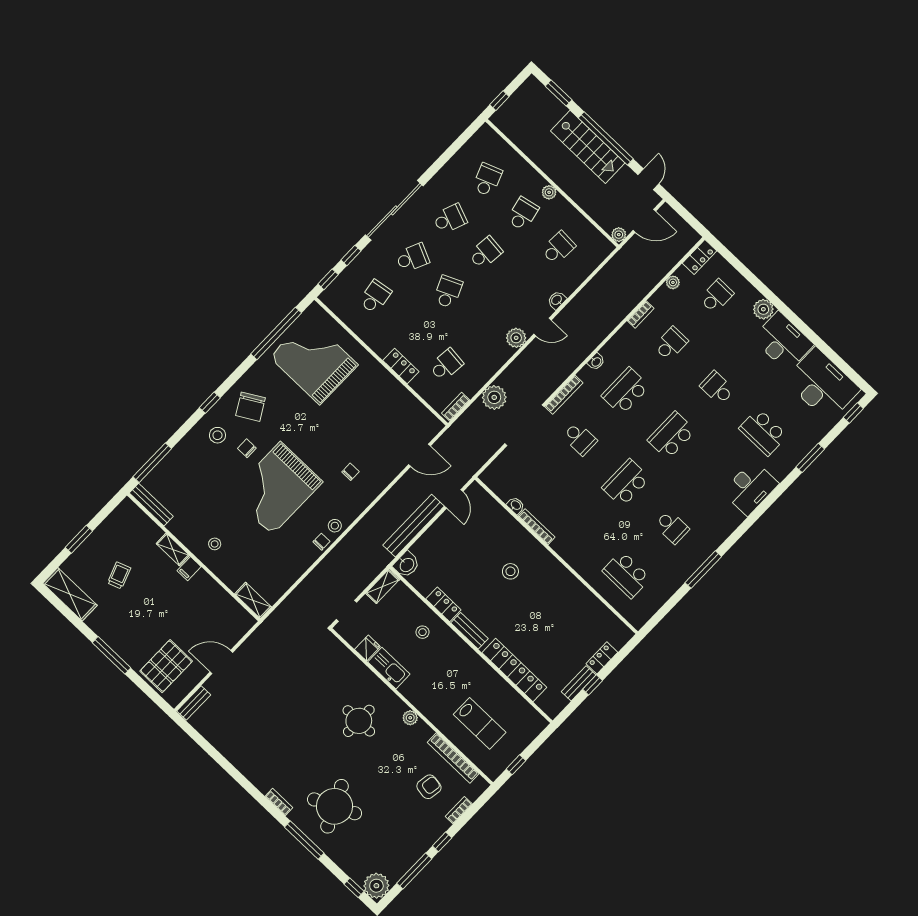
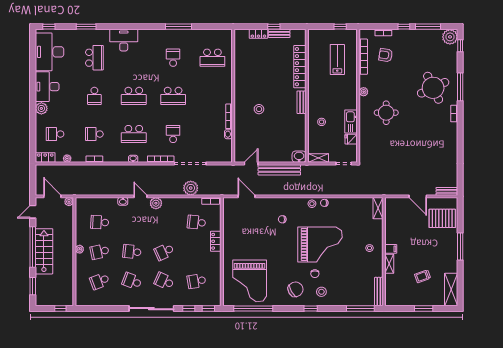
school desk: (626, 575) -> (212, 58), turned 90
locker: (443, 604) -> (301, 124), removed

